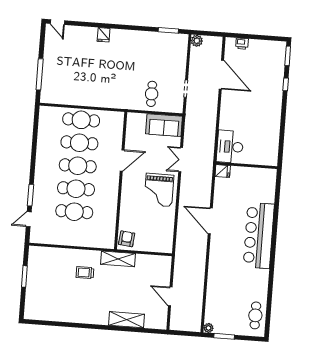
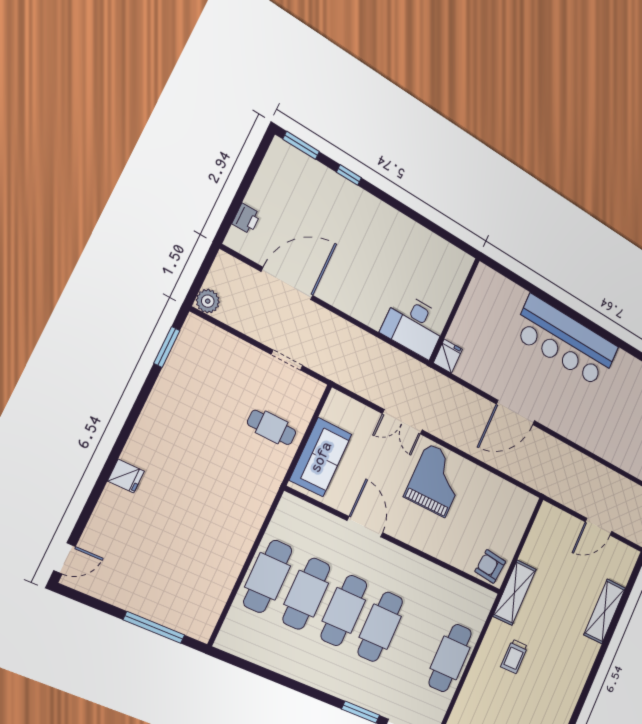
sofa: (164, 125) -> (321, 457), moved
grand piano: (159, 190) -> (436, 480), turned -90
cafe table: (74, 212) -> (450, 658), moved

